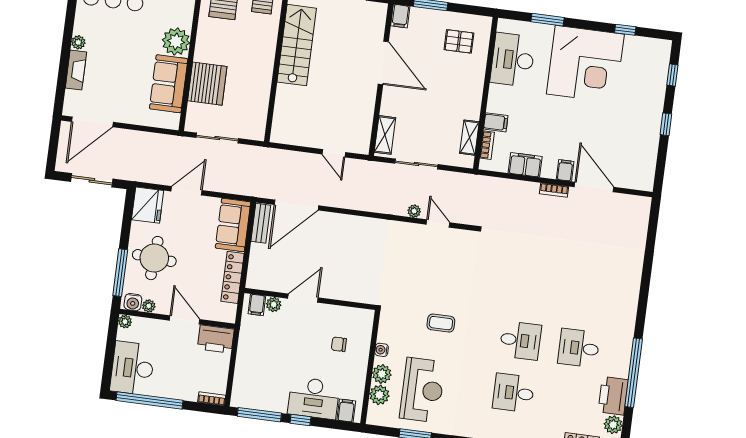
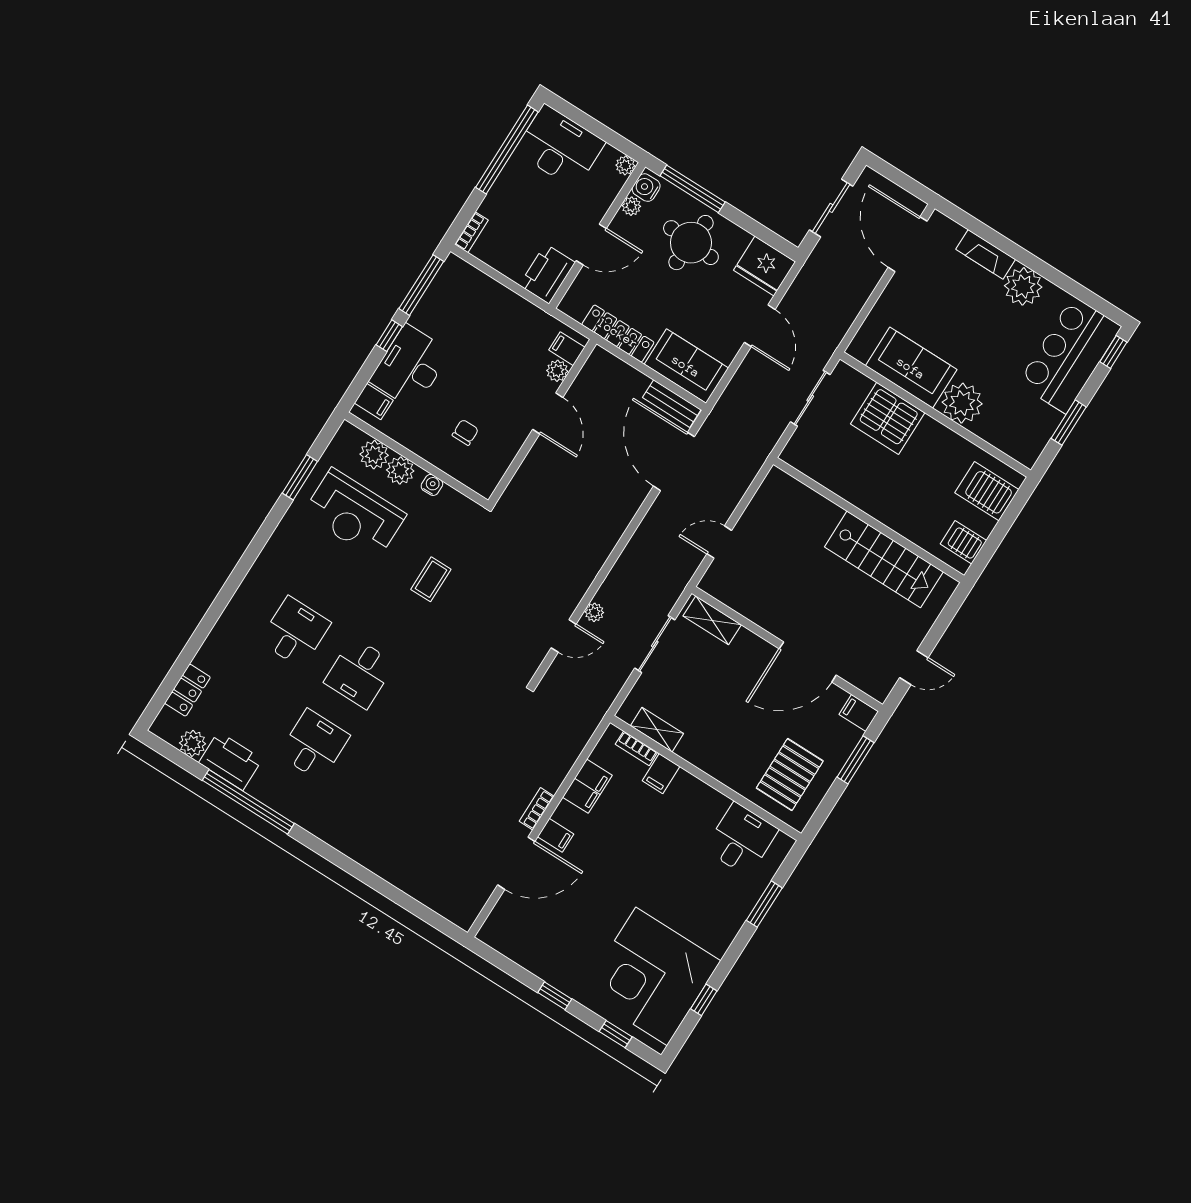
pallet: (459, 41) -> (790, 775), width x1.50, depth x1.42
plant: (78, 42) -> (1023, 286), width x1.88, depth x1.88
desk: (513, 60) -> (741, 839), width x0.73
corner desk: (585, 64) -> (652, 976), moved

